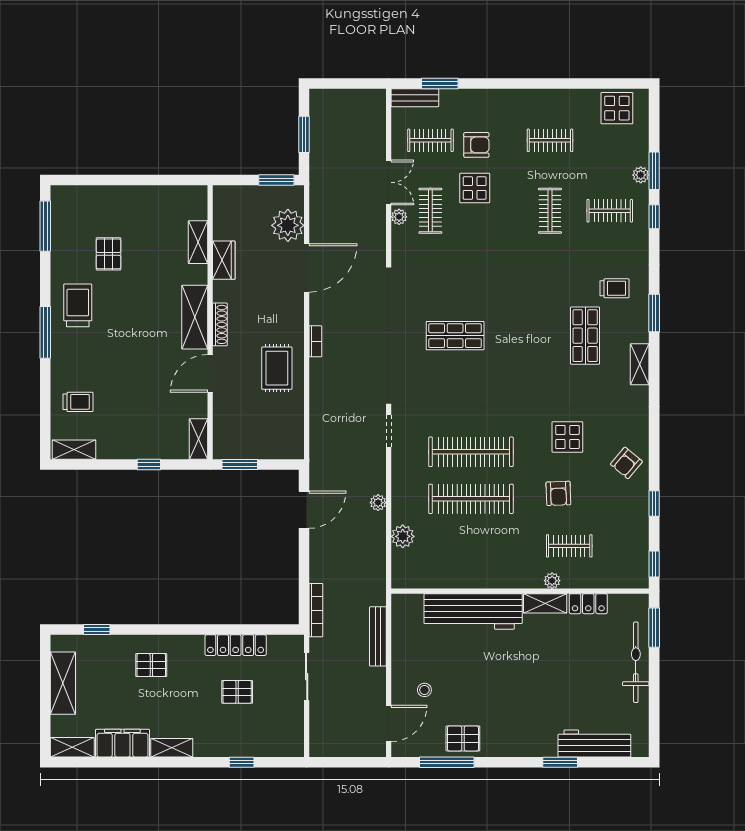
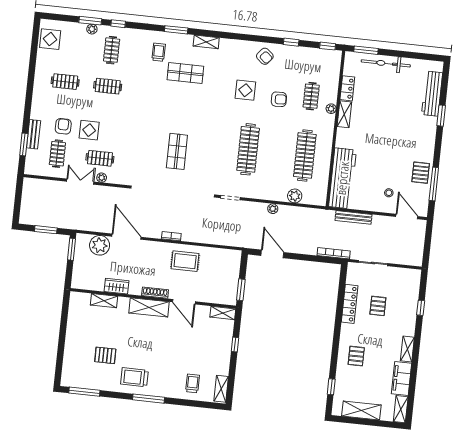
bench: (415, 98) -> (34, 134), moved
clothes rail: (550, 140) -> (65, 82), turned 90
clothes rail: (471, 499) -> (305, 155), moved
workbench: (473, 611) -> (342, 178), moved

